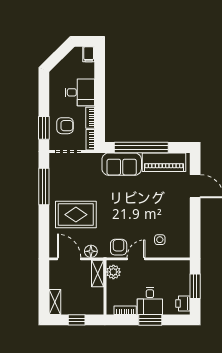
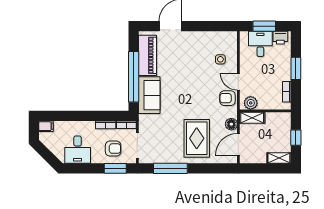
desk: (80, 92) -> (78, 150), moved, turned 180
armchair: (65, 126) -> (113, 149), turned 90
desk: (150, 301) -> (260, 44), moved, turned -90

